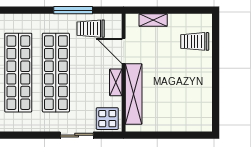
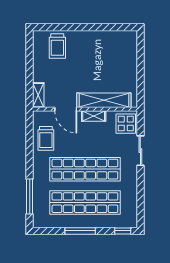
window: (73, 10) -> (30, 196), moved
shelving: (153, 20) -> (38, 95), moved
door: (124, 51) -> (66, 109), hinge flipped

